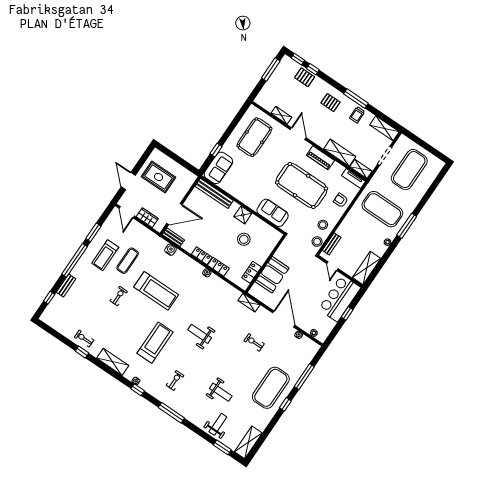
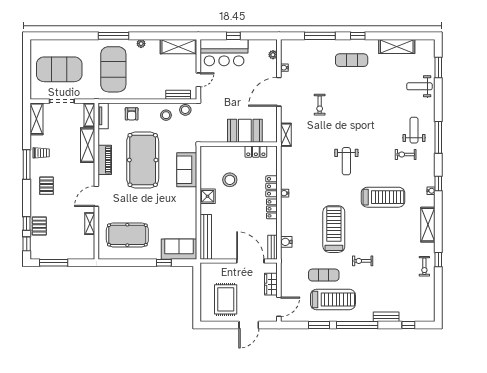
treadmill: (105, 255) -> (333, 300), width x1.37, depth x1.38
treadmill: (155, 343) -> (383, 197), turned 180
exercise mat: (271, 388) -> (352, 60), width x0.50, depth x0.69
weight bench: (221, 392) -> (414, 130), moved
shelving: (248, 442) -> (397, 46), moved

